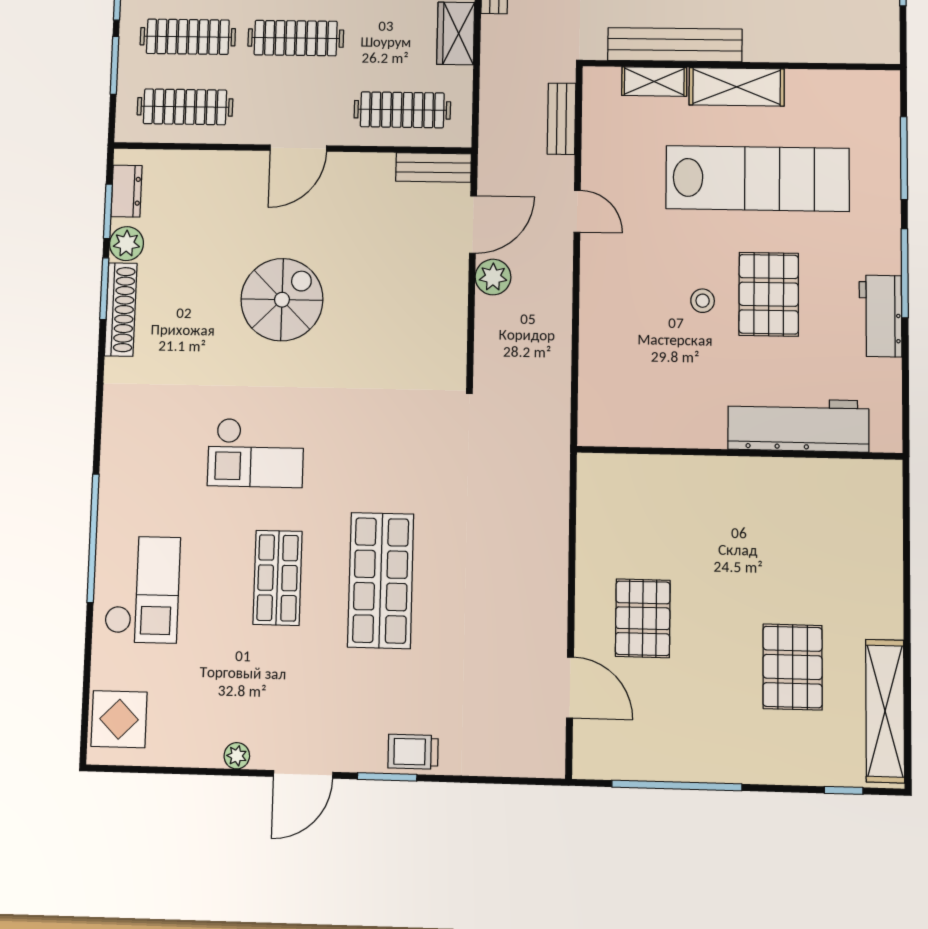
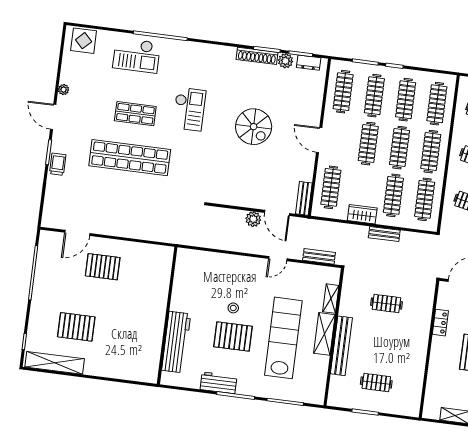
bench: (675, 45) -> (341, 346), moved
lab bench: (758, 179) -> (283, 338), turned 180
checkout: (256, 453) -> (189, 109), turned 180
shop shelf: (381, 580) -> (130, 158), width x1.40

